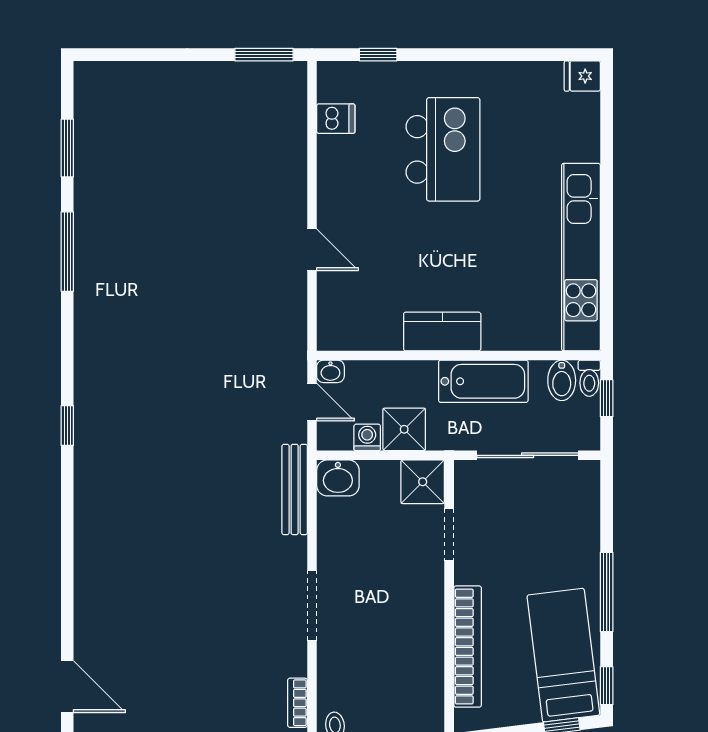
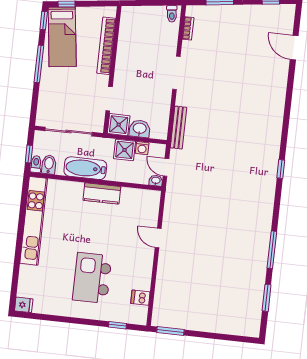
washbasin: (338, 478) -> (140, 129), moved

